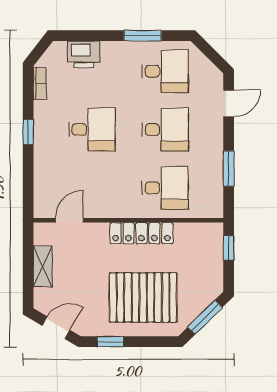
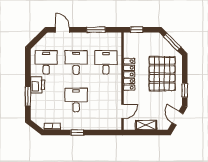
window: (143, 36) -> (28, 96), moved
printer: (84, 54) -> (37, 85), moved
door: (69, 220) -> (123, 111), swing flipped

